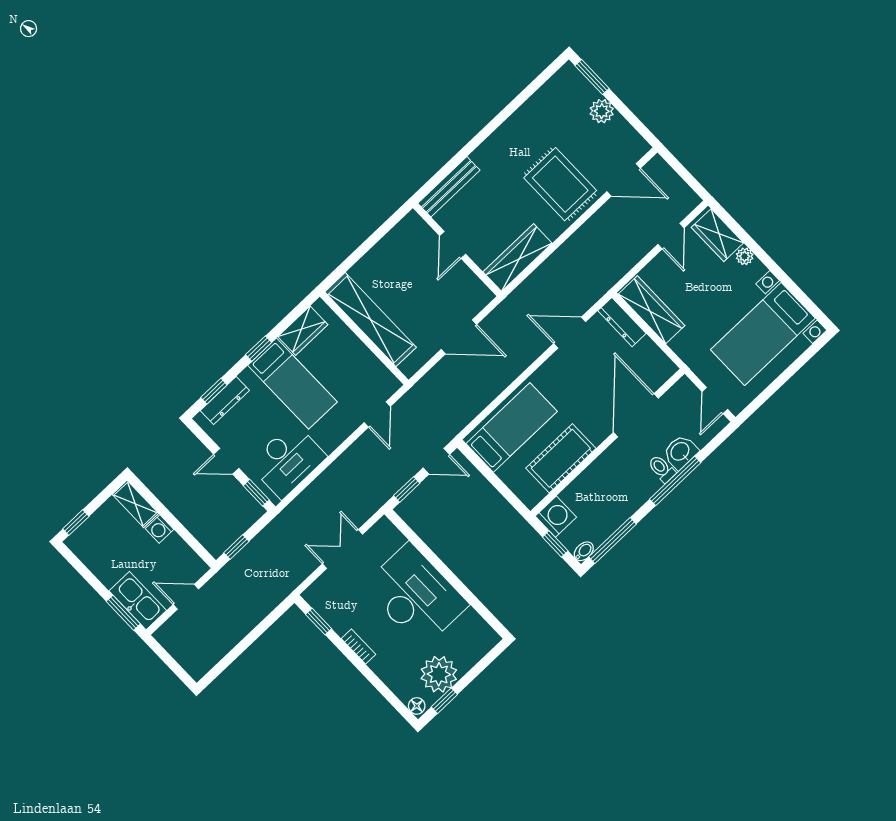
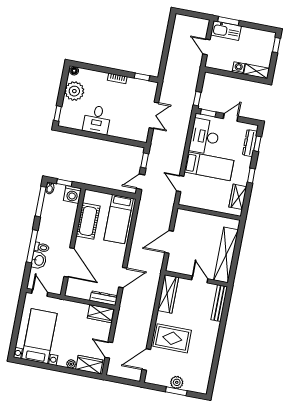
window: (592, 77) -> (176, 391), moved
wardrobe: (652, 310) -> (101, 314), width x0.67
shelving: (371, 320) -> (226, 255), moved, turned 90
bed: (292, 384) -> (209, 166), moved, turned 180
window: (236, 547) -> (197, 99), moved
desk: (416, 595) -> (97, 120), width x0.53, depth x0.77
door: (186, 597) -> (206, 47), swing flipped
window: (444, 701) -> (58, 114), moved

